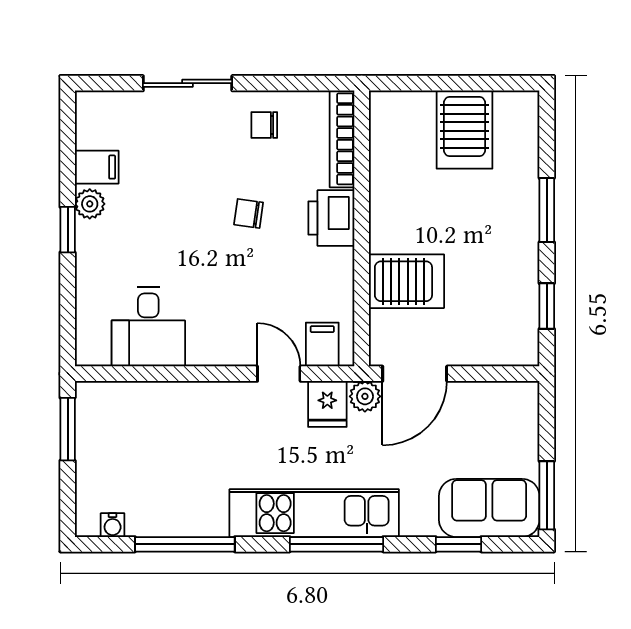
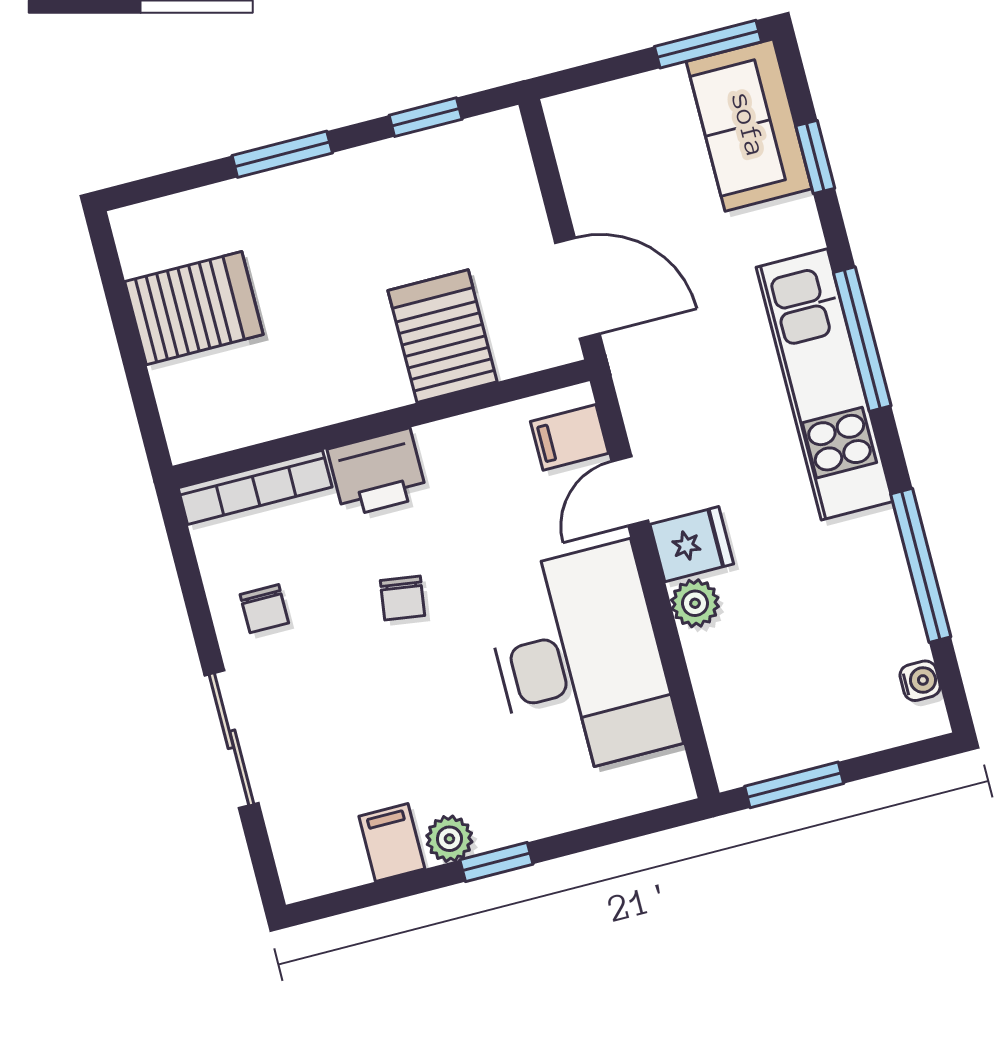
desk: (148, 327) -> (580, 661), width x1.87, depth x1.30
plant: (365, 396) -> (695, 603), moved
fridge: (327, 404) -> (692, 544), moved

